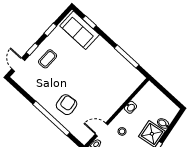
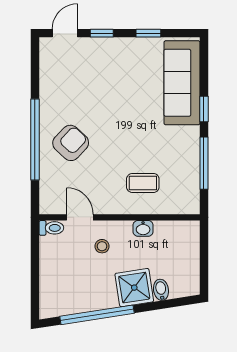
window: (89, 22) -> (204, 109), moved
sofa: (80, 30) -> (182, 83), width x1.36
coffee table: (48, 59) -> (143, 183), moved
armchair: (67, 105) -> (71, 143), turned -40

